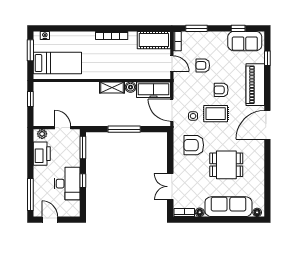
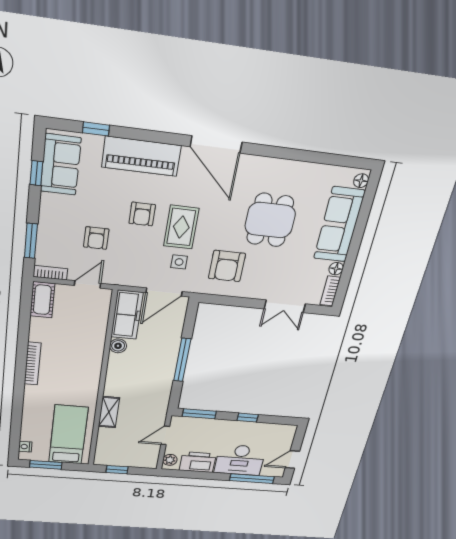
cot: (154, 40) -> (42, 300), width x0.73, depth x0.75
shelving: (112, 88) -> (109, 412), moved
desk: (67, 184) -> (240, 460), moved, turned 180

